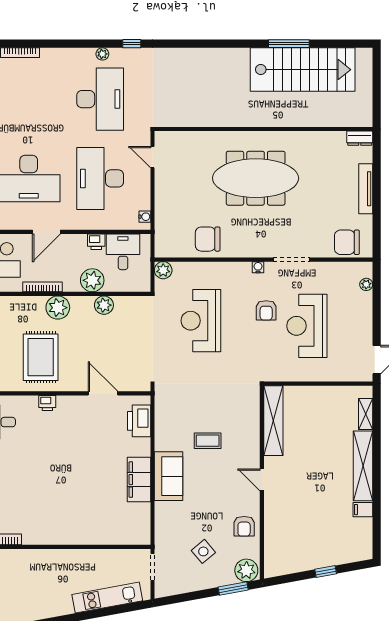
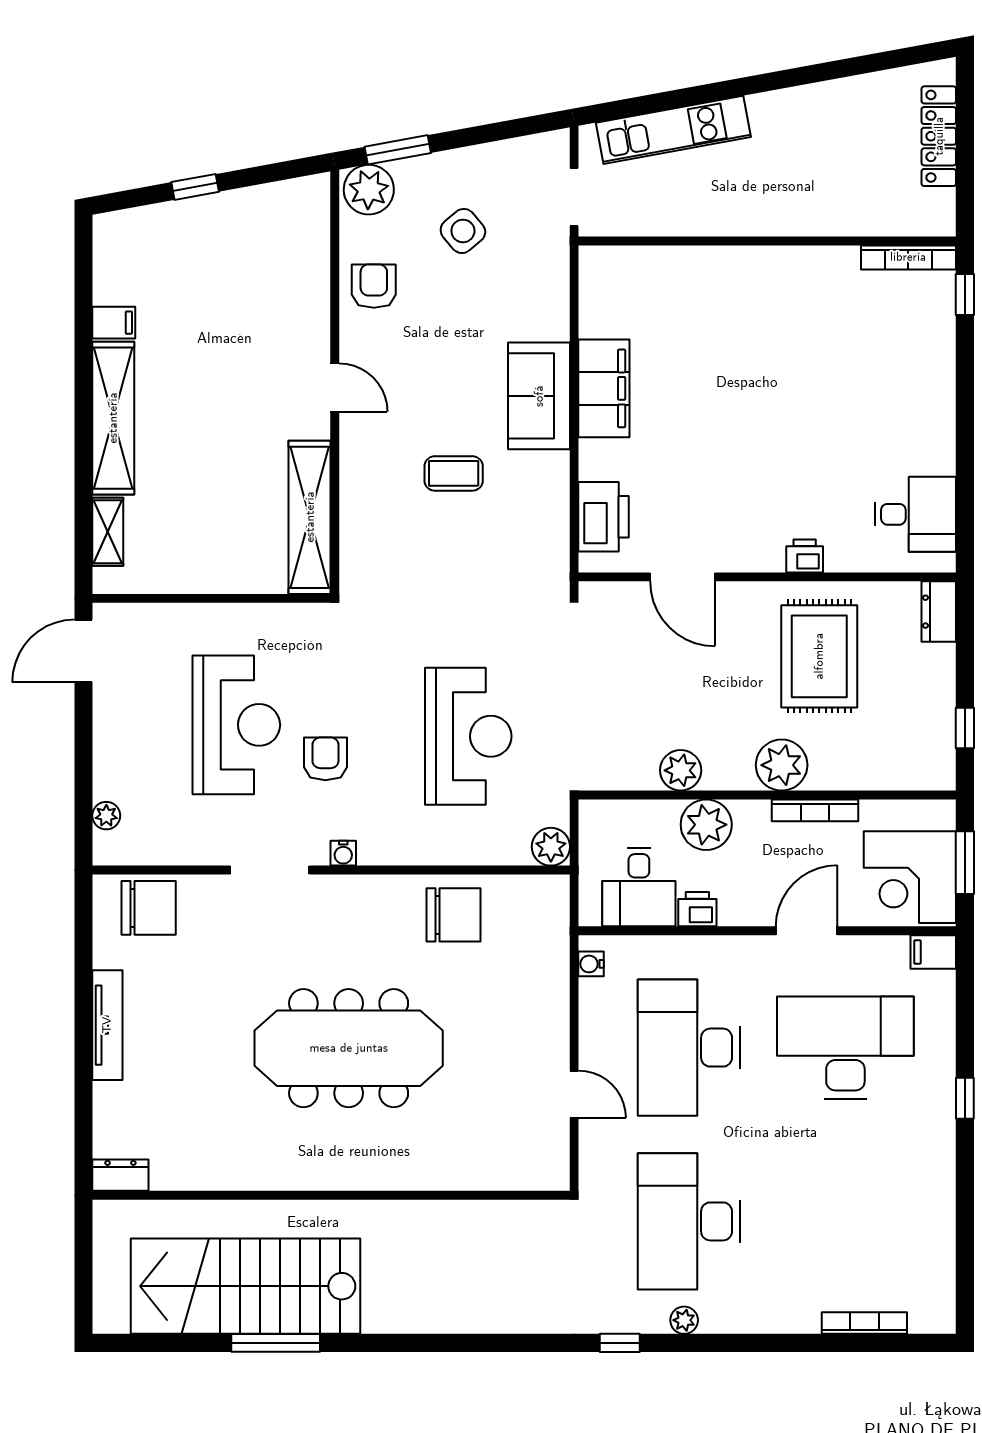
wall: (264, 129) -> (331, 1195), moved
dresser: (360, 138) -> (120, 1175), moved
desk: (100, 178) -> (689, 1048), turned 180

